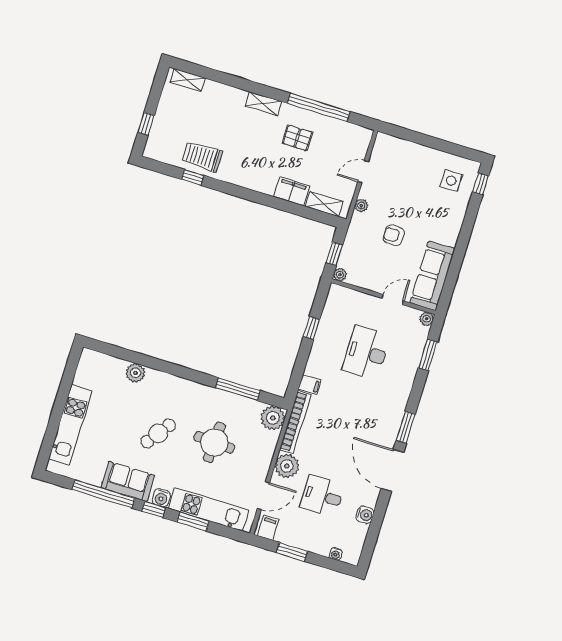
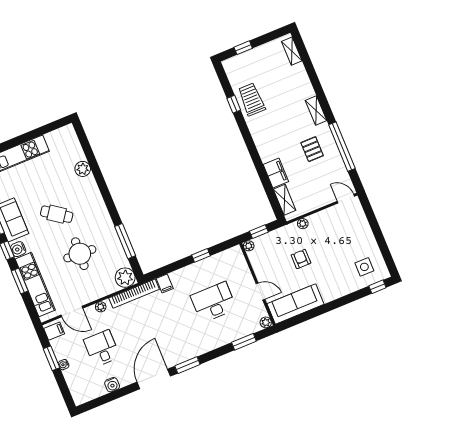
door: (363, 172) -> (346, 199), moved
plant: (287, 466) -> (101, 307), width x0.53, depth x0.53
water cooler: (336, 554) -> (64, 365), moved

